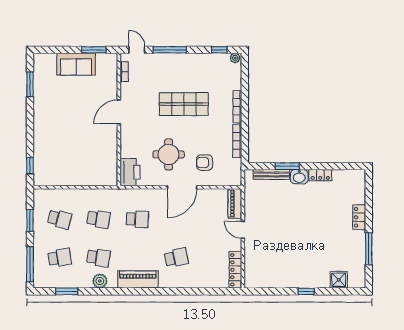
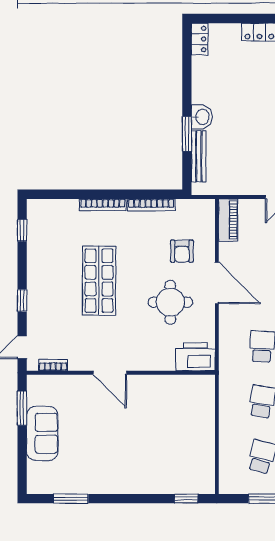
window: (170, 50) -> (22, 301), width x0.46
plant: (235, 58) -> (34, 208), removed
locker: (320, 175) -> (200, 39), moved
piano: (235, 203) -> (228, 220), moved, turned -90

